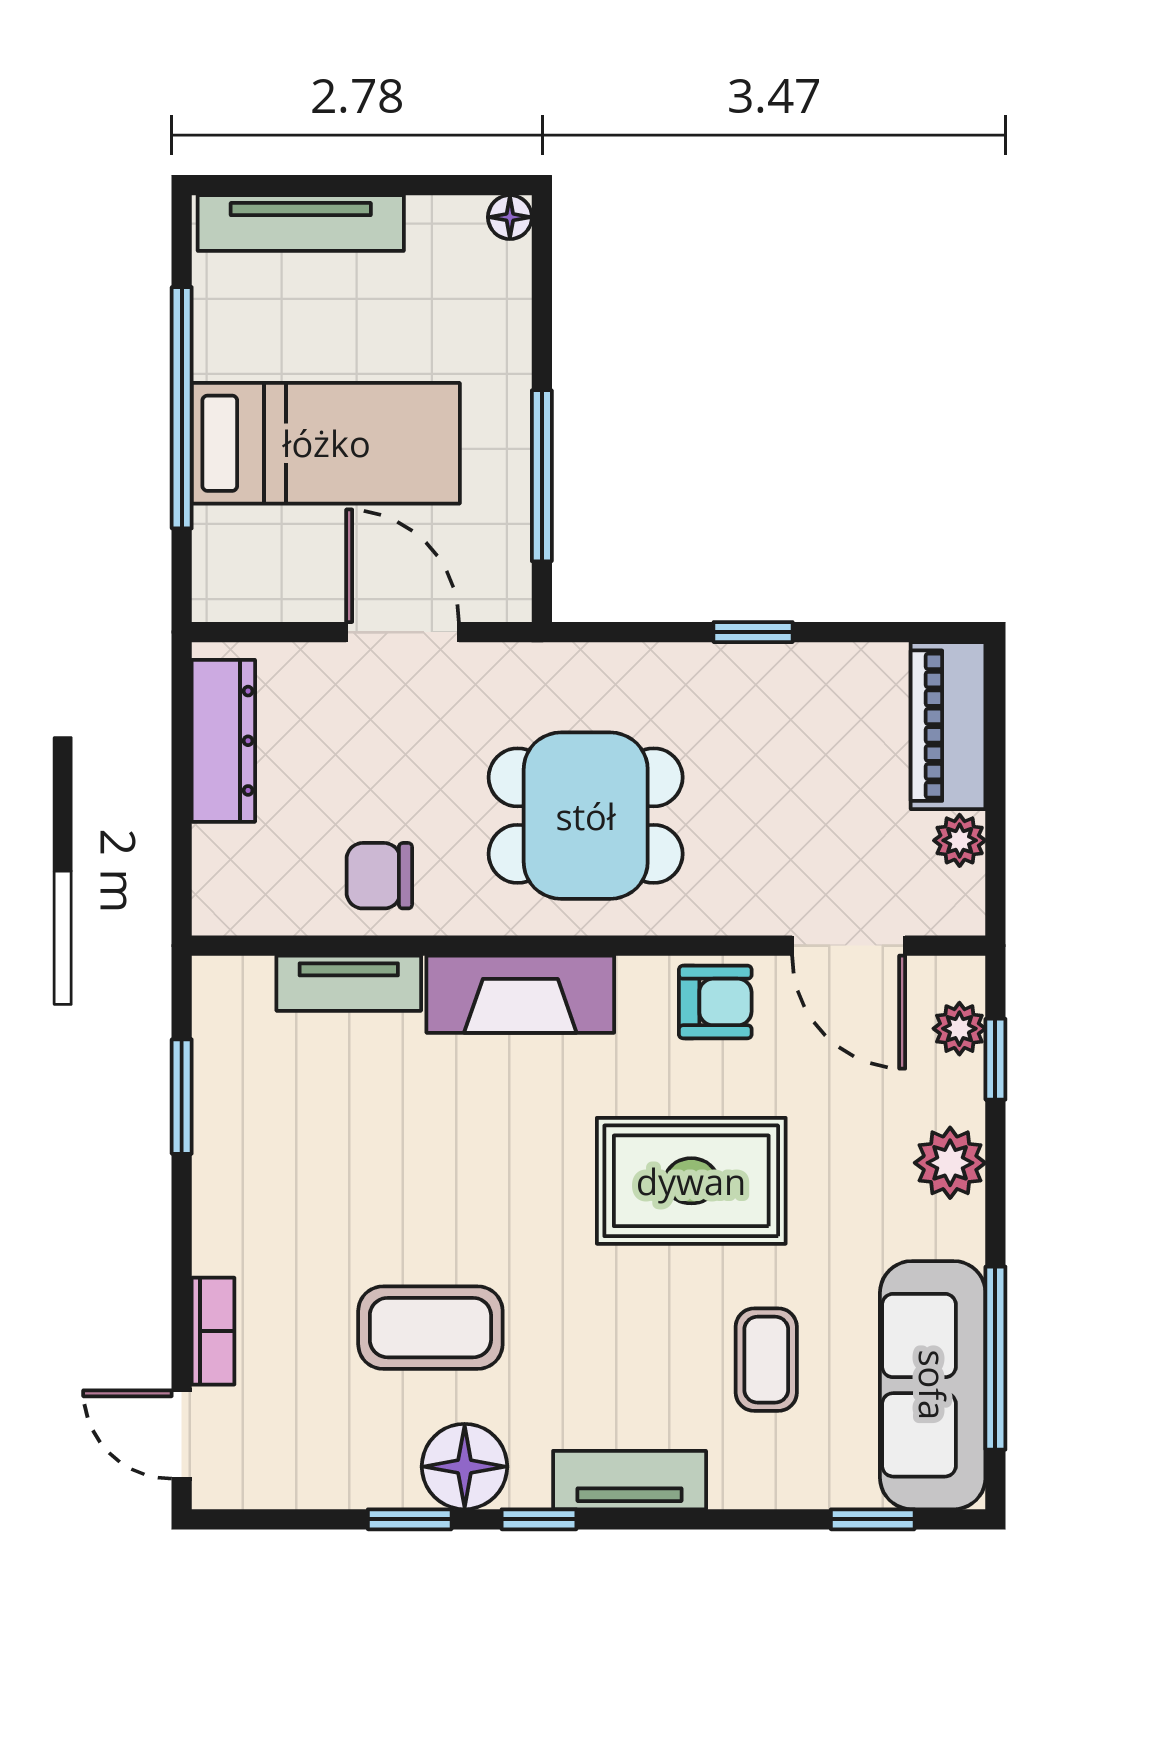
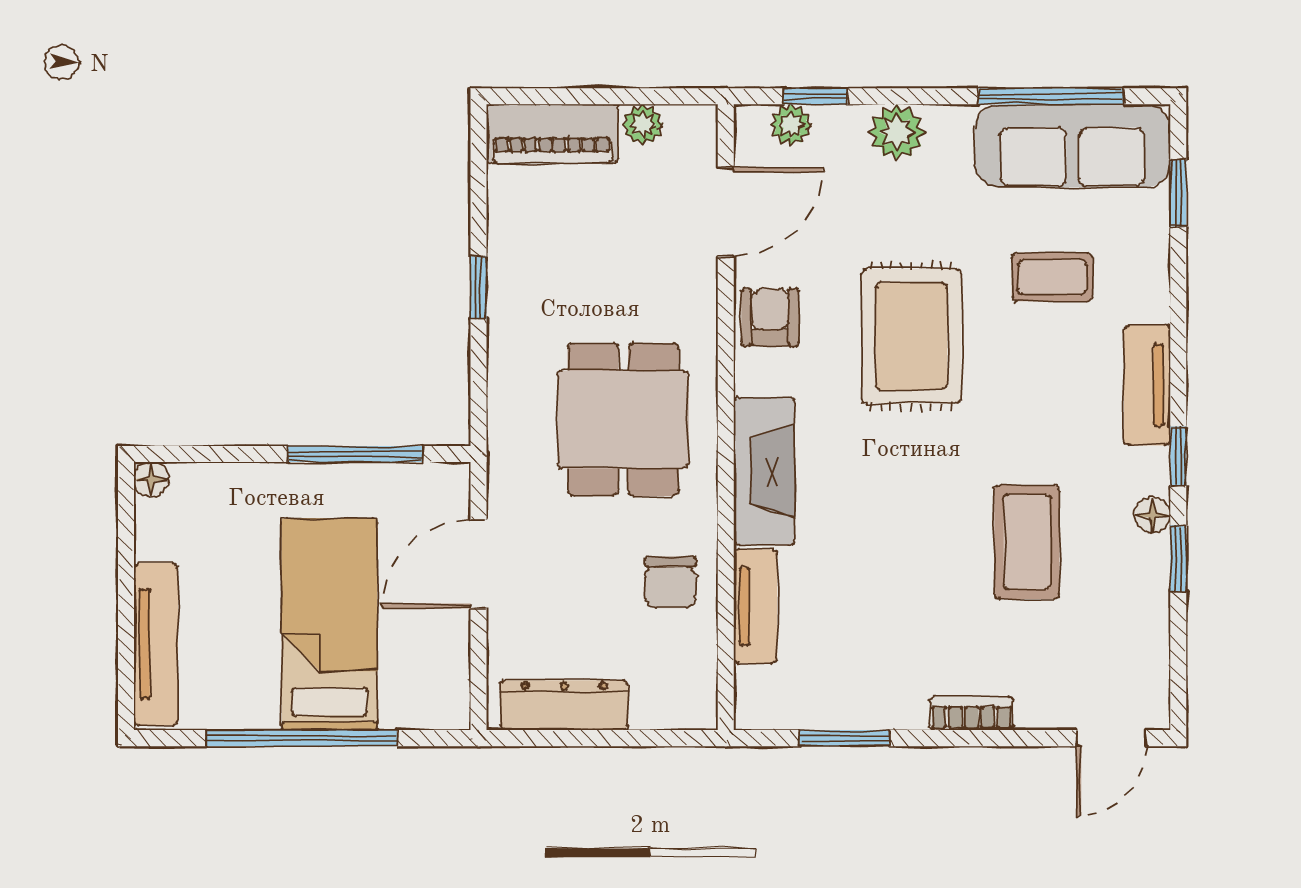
bookcase: (213, 1331) -> (972, 713), moved
floor lamp: (465, 1467) -> (1152, 515), width x0.53, depth x0.53

